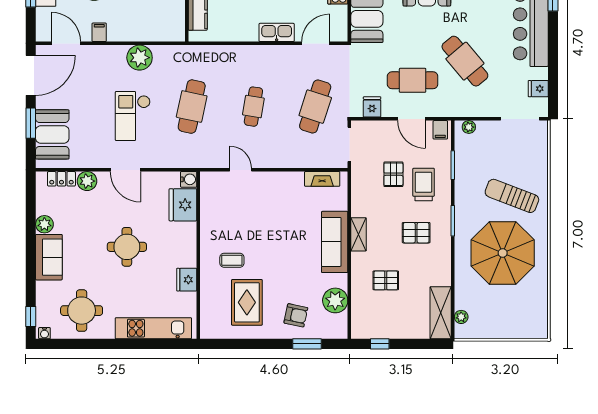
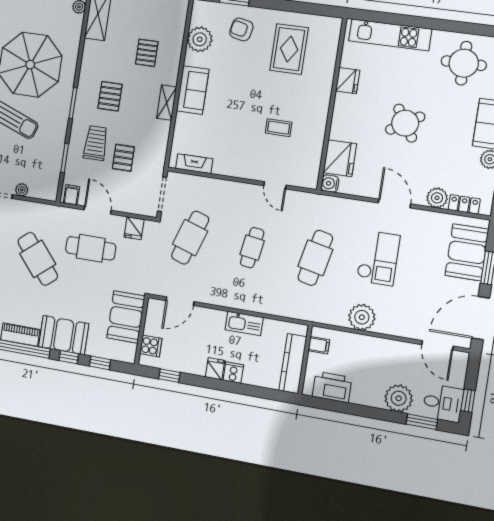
filing cabinet: (99, 32) -> (319, 345), moved, turned -90
kitchen sink: (277, 32) -> (244, 323), moved
plant: (469, 127) -> (22, 190), moved
trolley: (424, 185) -> (96, 143), turned 180
pallet: (416, 233) -> (110, 96), turned 90
sofa: (335, 242) -> (193, 90), width x0.73
round table: (127, 247) -> (405, 123), turned -32
coffee table: (232, 260) -> (279, 128), moved
pallet: (386, 280) -> (147, 53), turned 90

